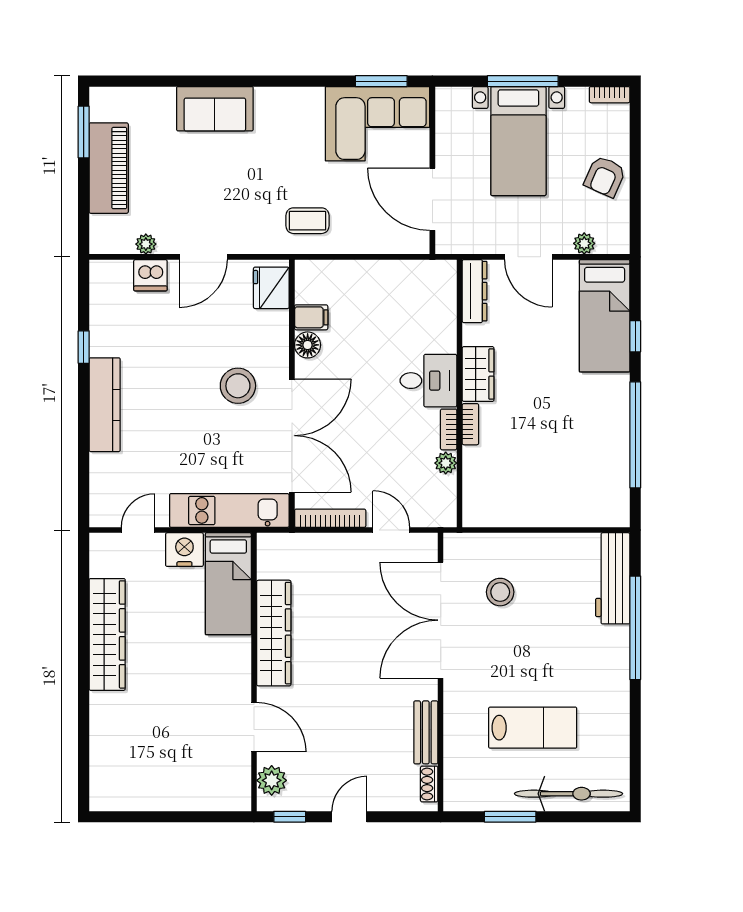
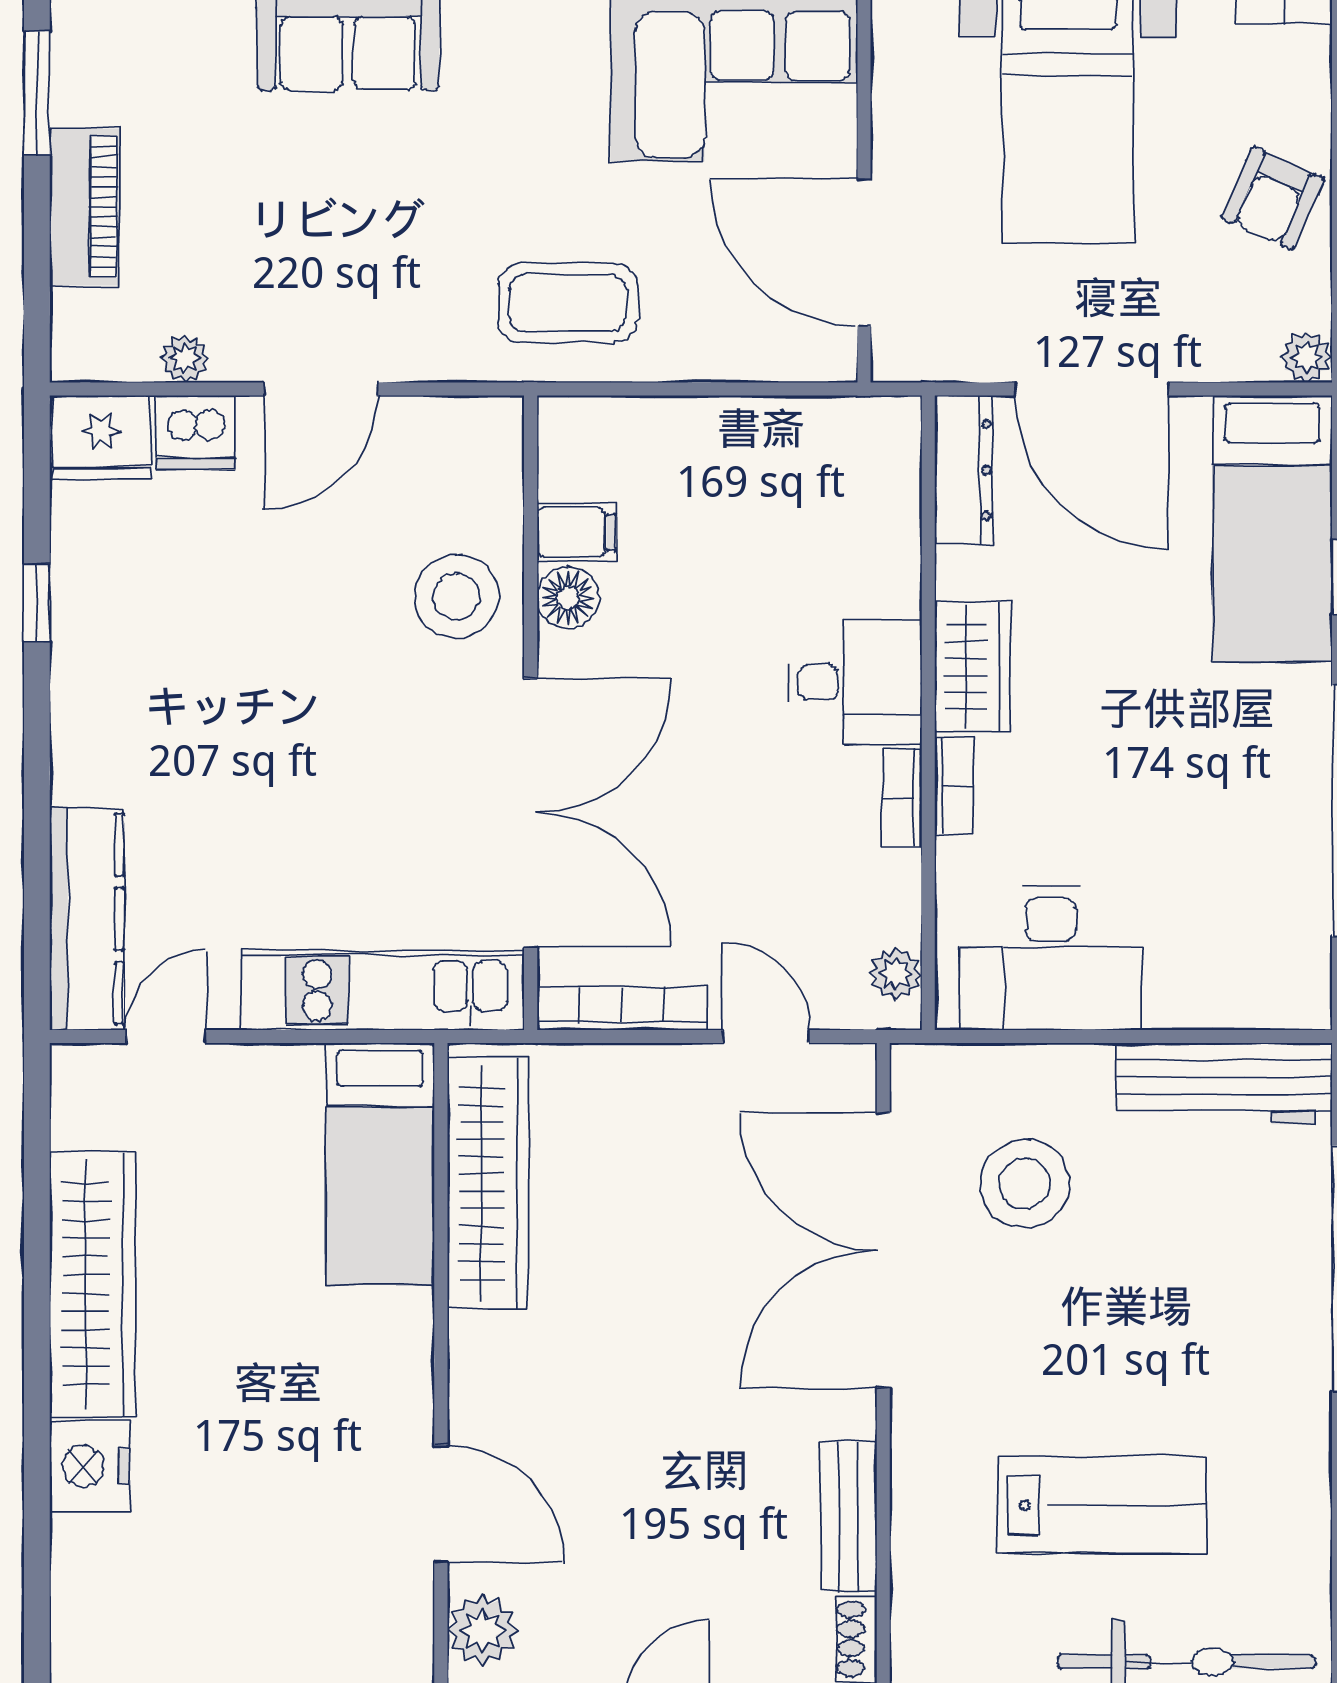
piano: (109, 168) -> (85, 207), width x0.73, depth x0.75
coffee table: (307, 221) -> (568, 303), width x1.36, depth x1.30
plant: (584, 243) -> (1307, 357), moved
door: (528, 257) -> (1092, 389), width x1.36
fridge: (271, 288) -> (101, 438), moved, turned -90
stool: (238, 386) -> (456, 596), moved
kitchen counter: (105, 405) -> (87, 919), moved
plant: (446, 463) -> (896, 974), moved
desk: (511, 497) -> (1051, 958), added
nightstand: (184, 550) -> (90, 1466), moved, turned -90
workbench: (613, 578) -> (1224, 1084), moved, turned -90
stool: (500, 592) -> (1025, 1184), width x1.38, depth x1.38
wardrobe: (274, 633) -> (488, 1183), moved

